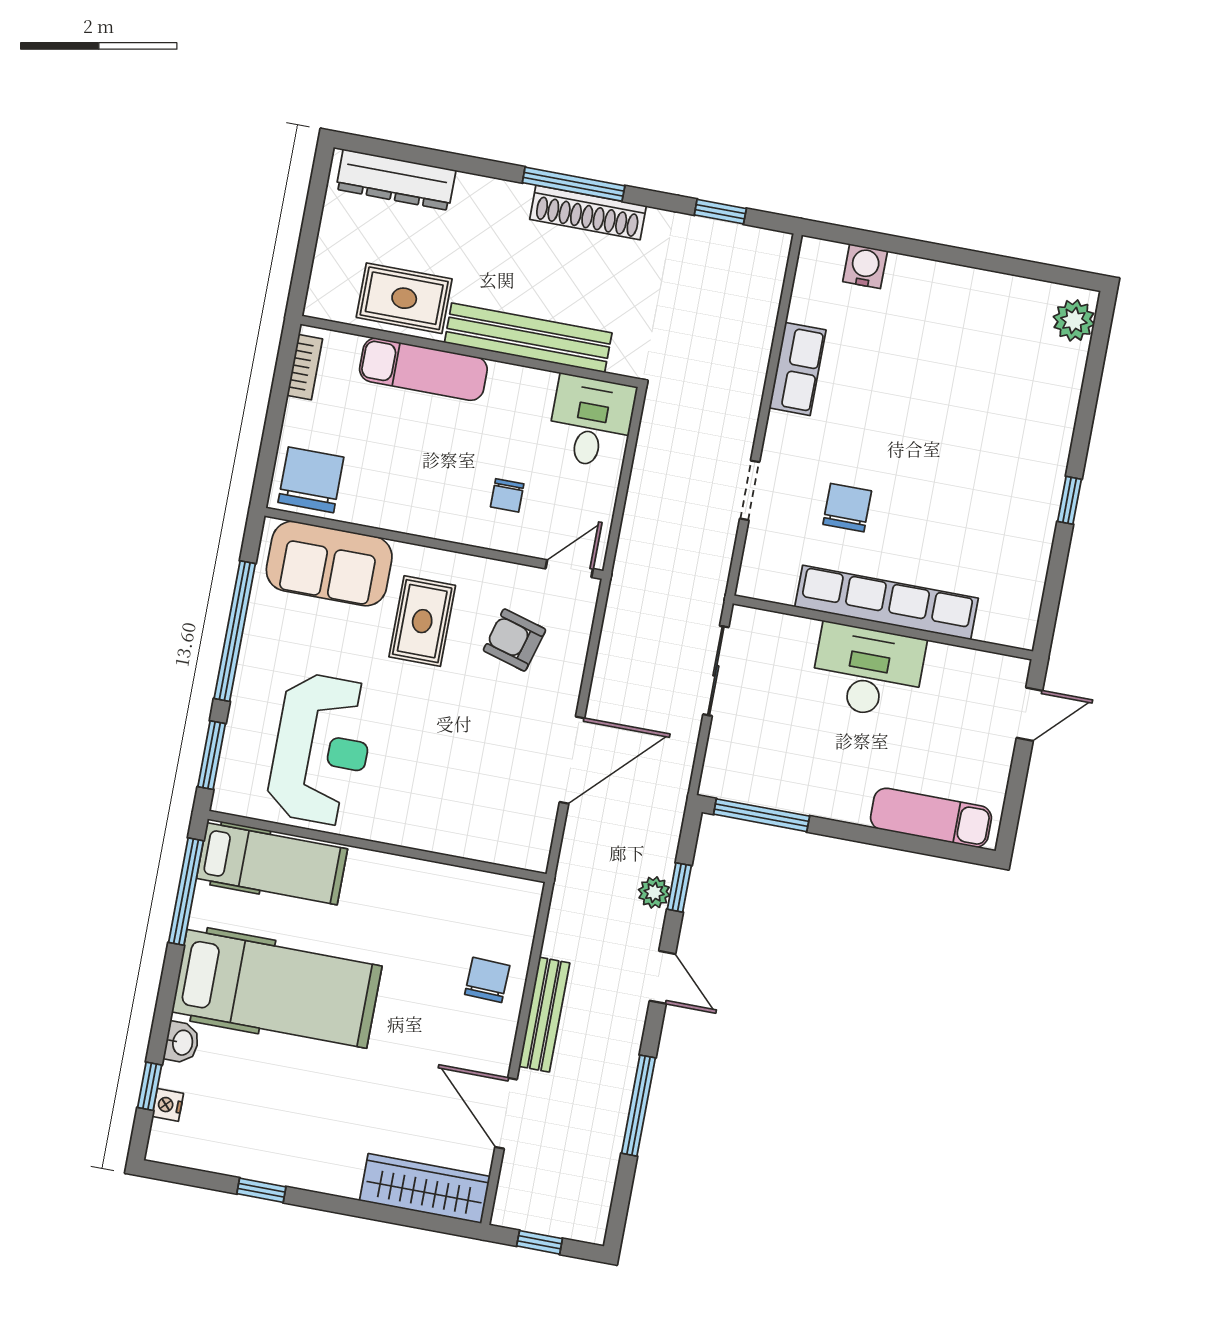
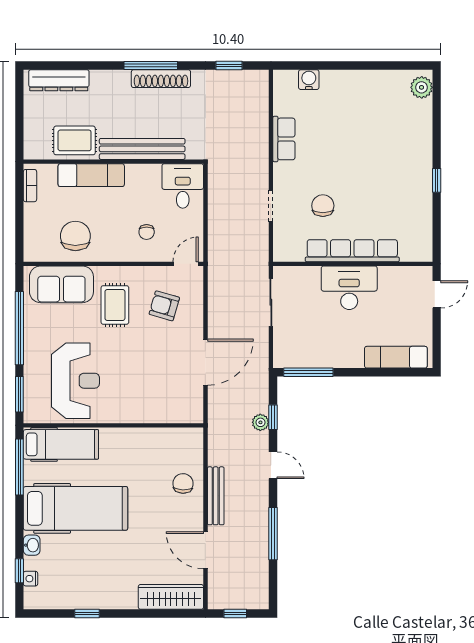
chair: (311, 480) -> (75, 236), moved

